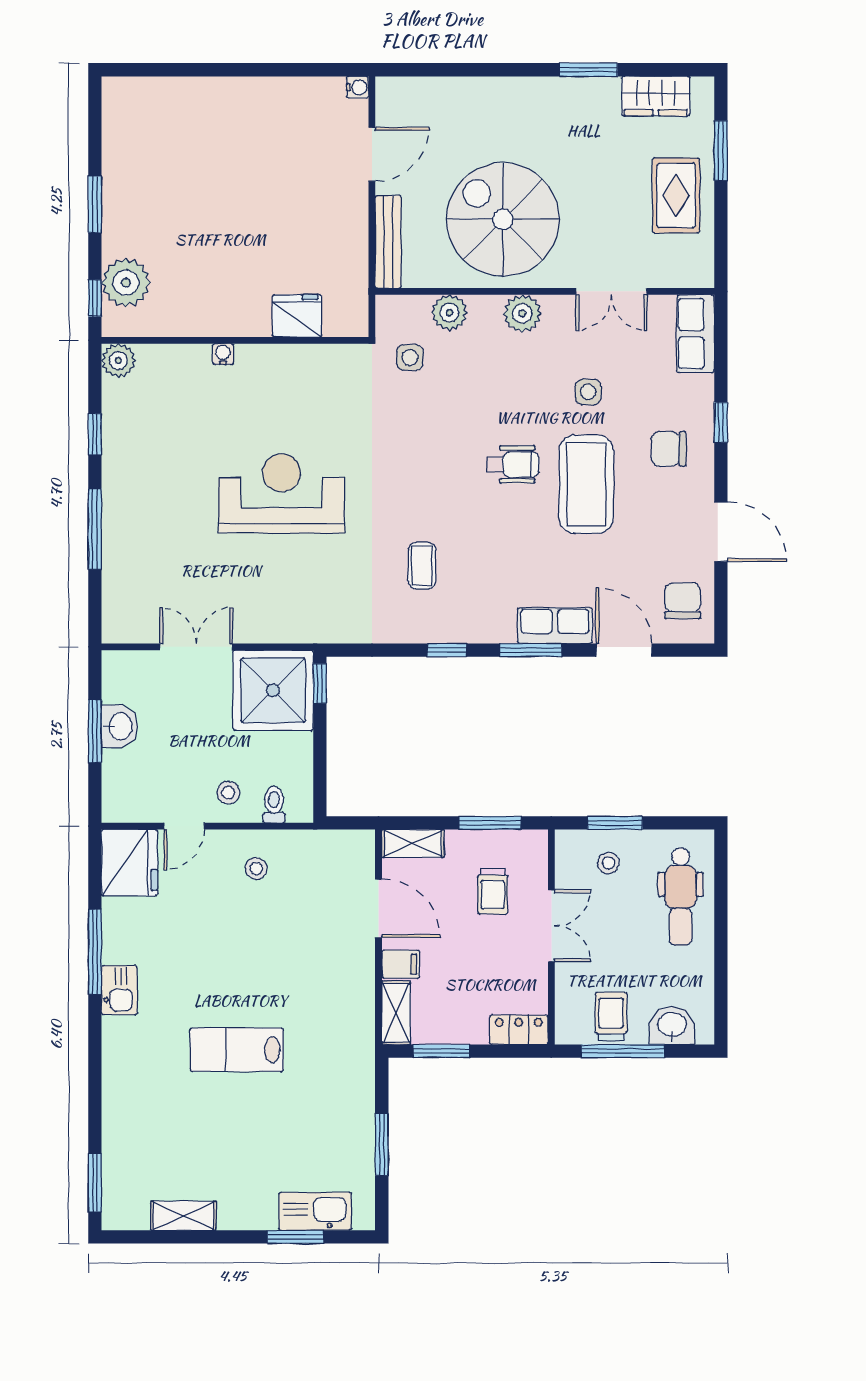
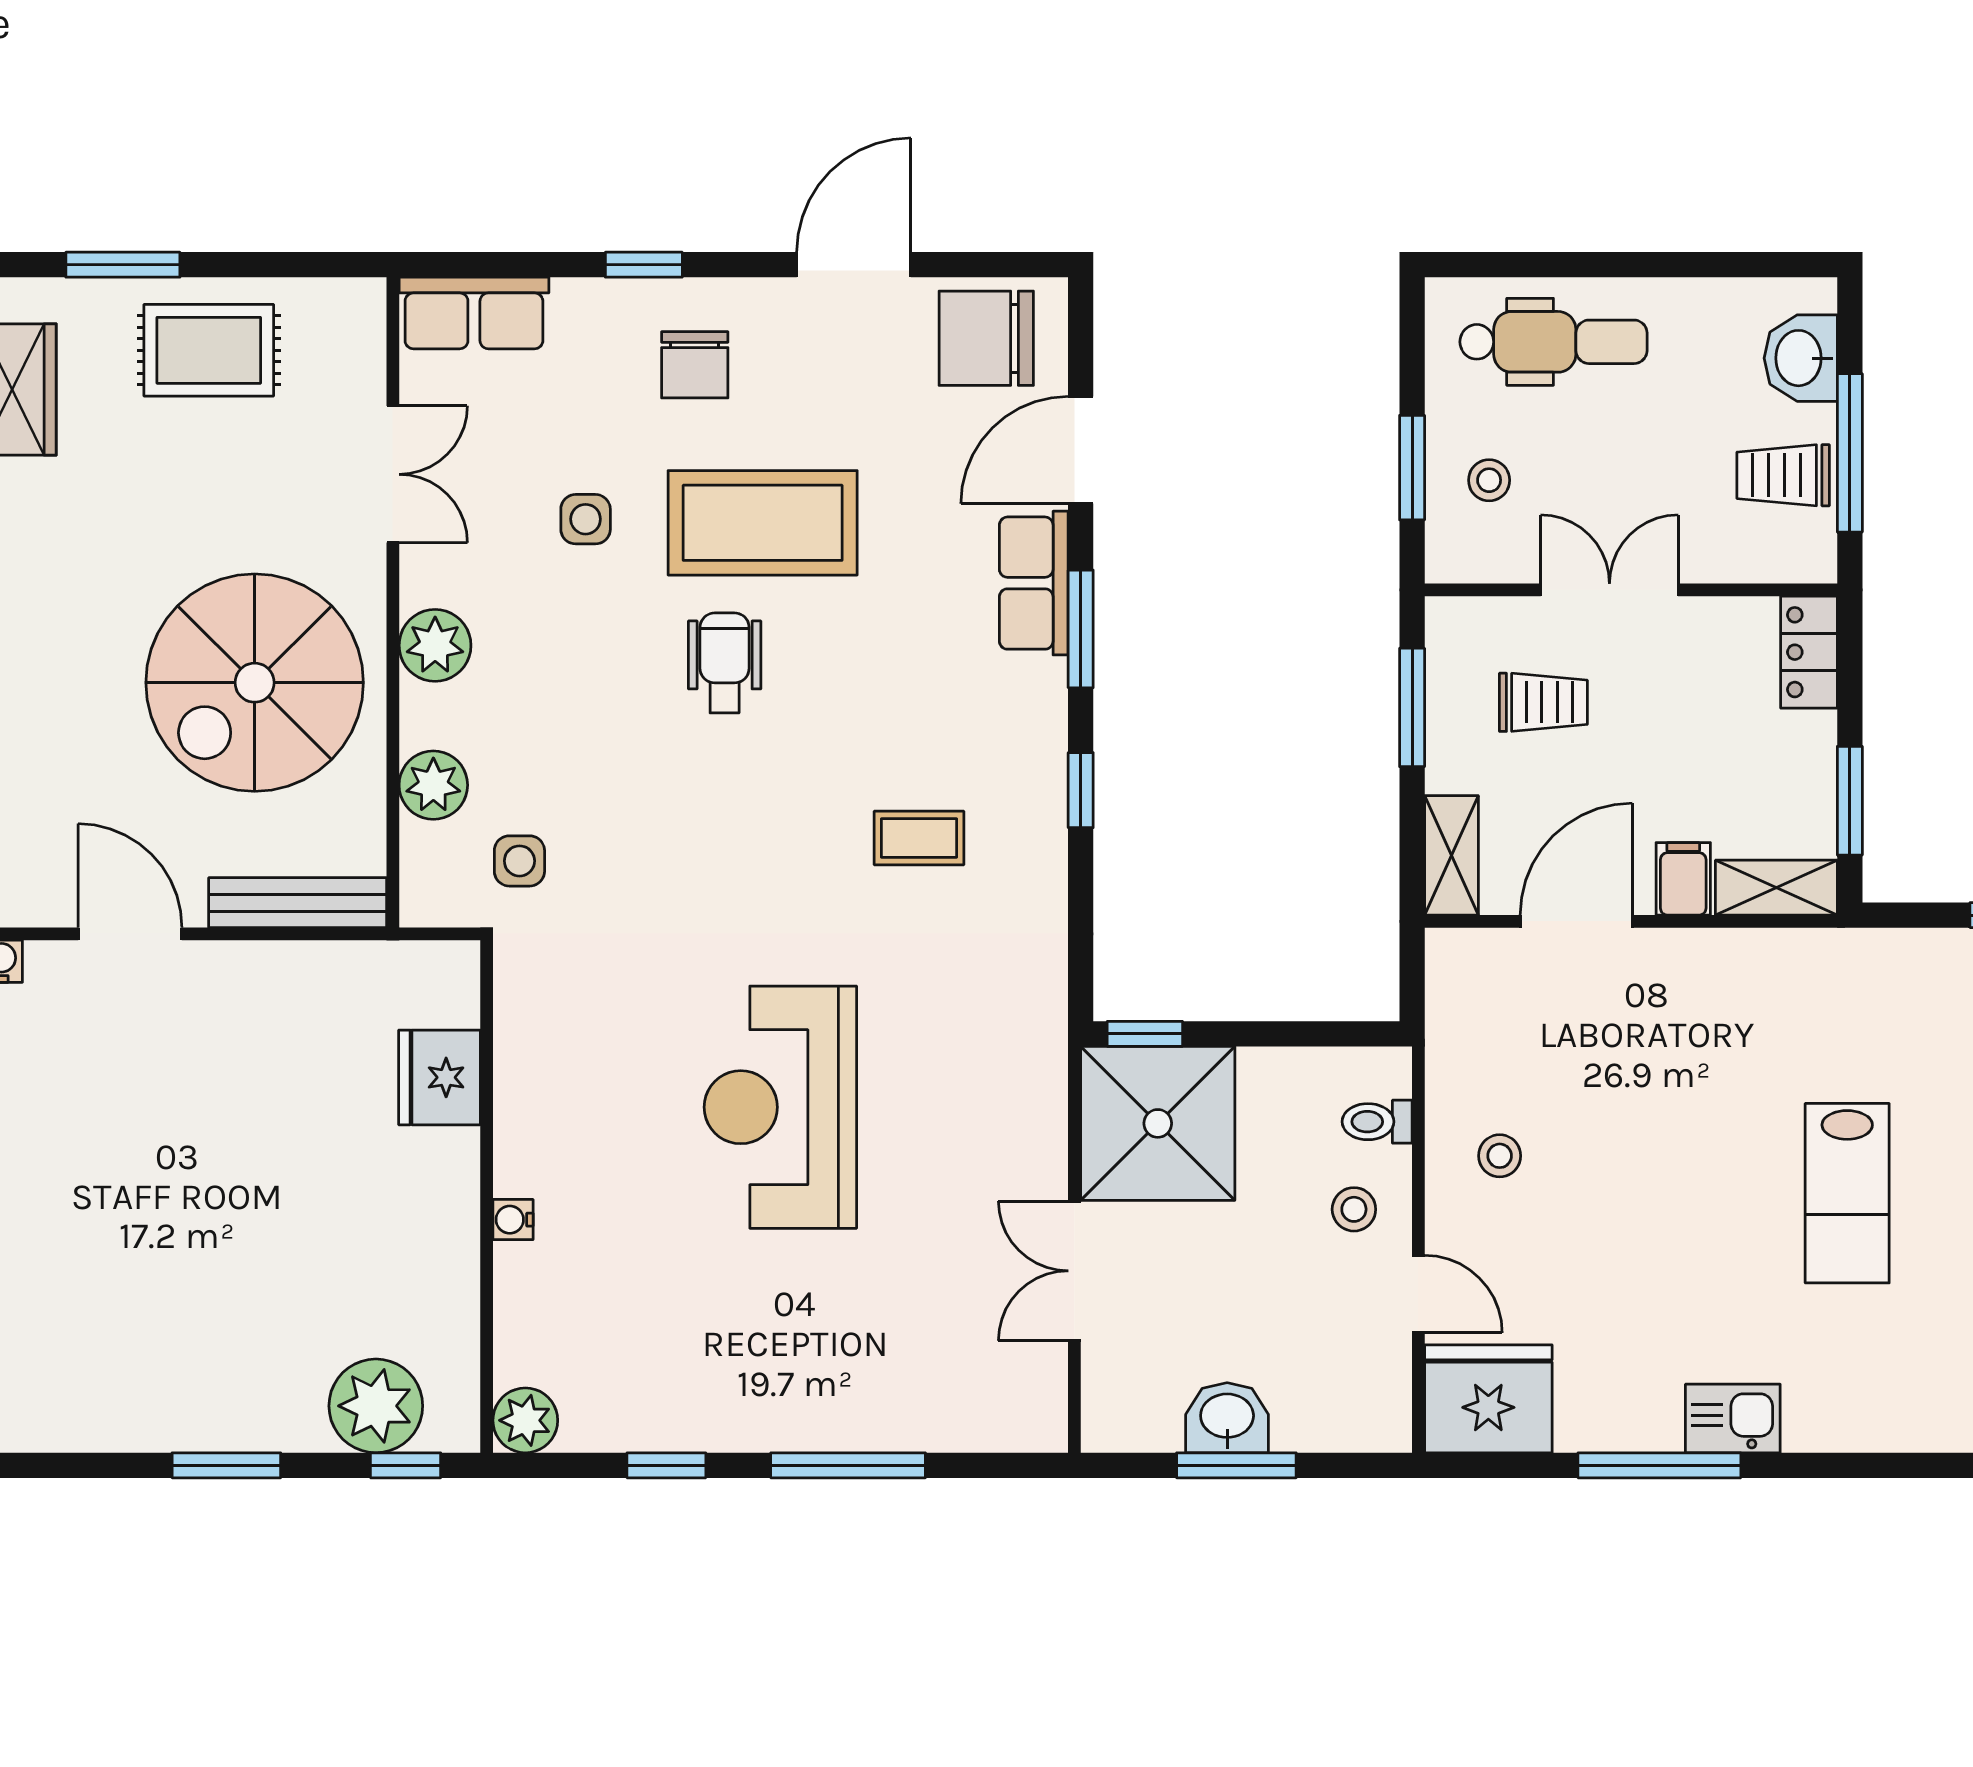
chair: (682, 601) -> (986, 338), width x1.37, depth x1.37

